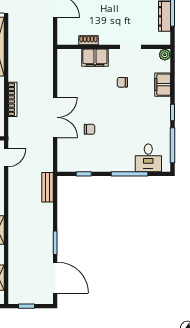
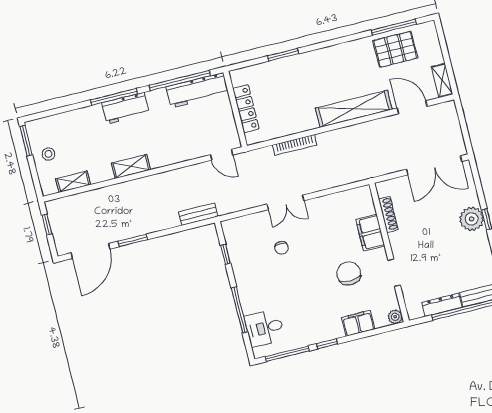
shoe rack: (88, 40) -> (388, 214), width x1.43
chair: (122, 82) -> (349, 273), width x1.87, depth x1.87
double door: (55, 117) -> (285, 202), width x0.73

